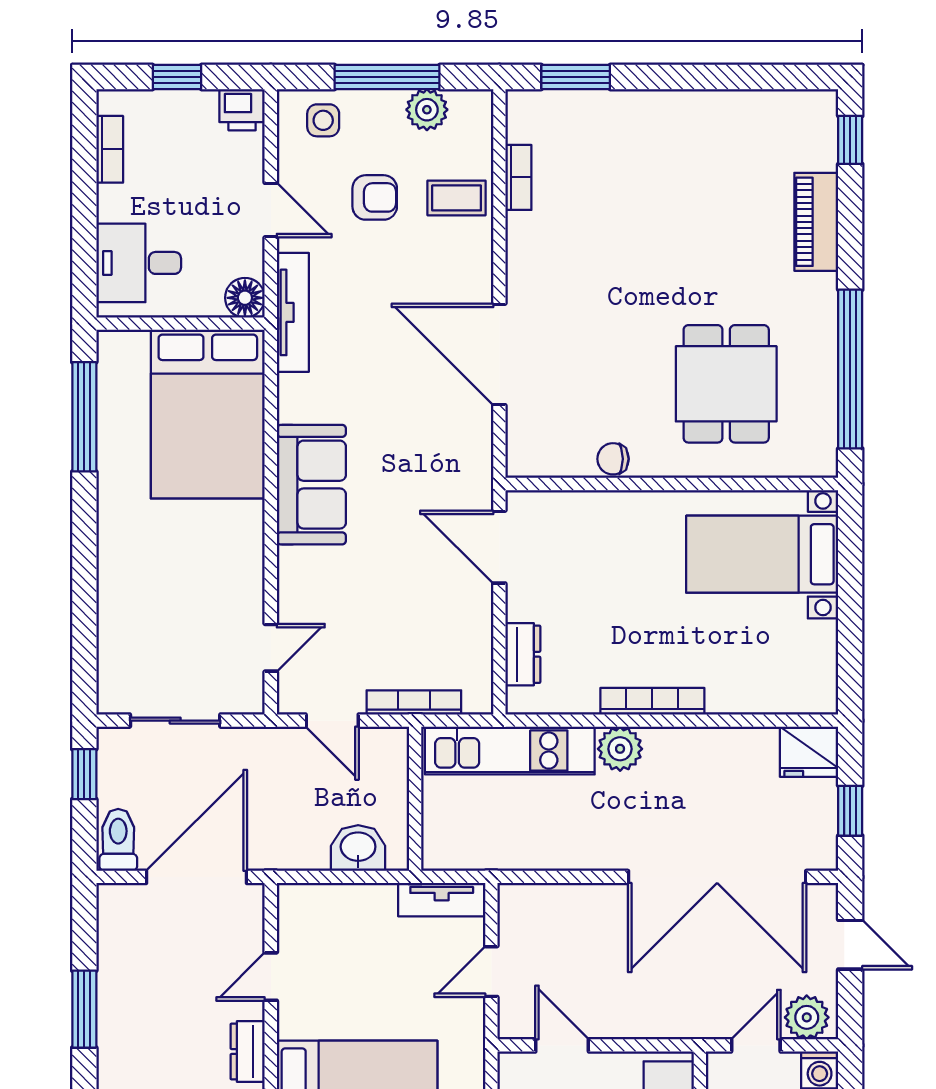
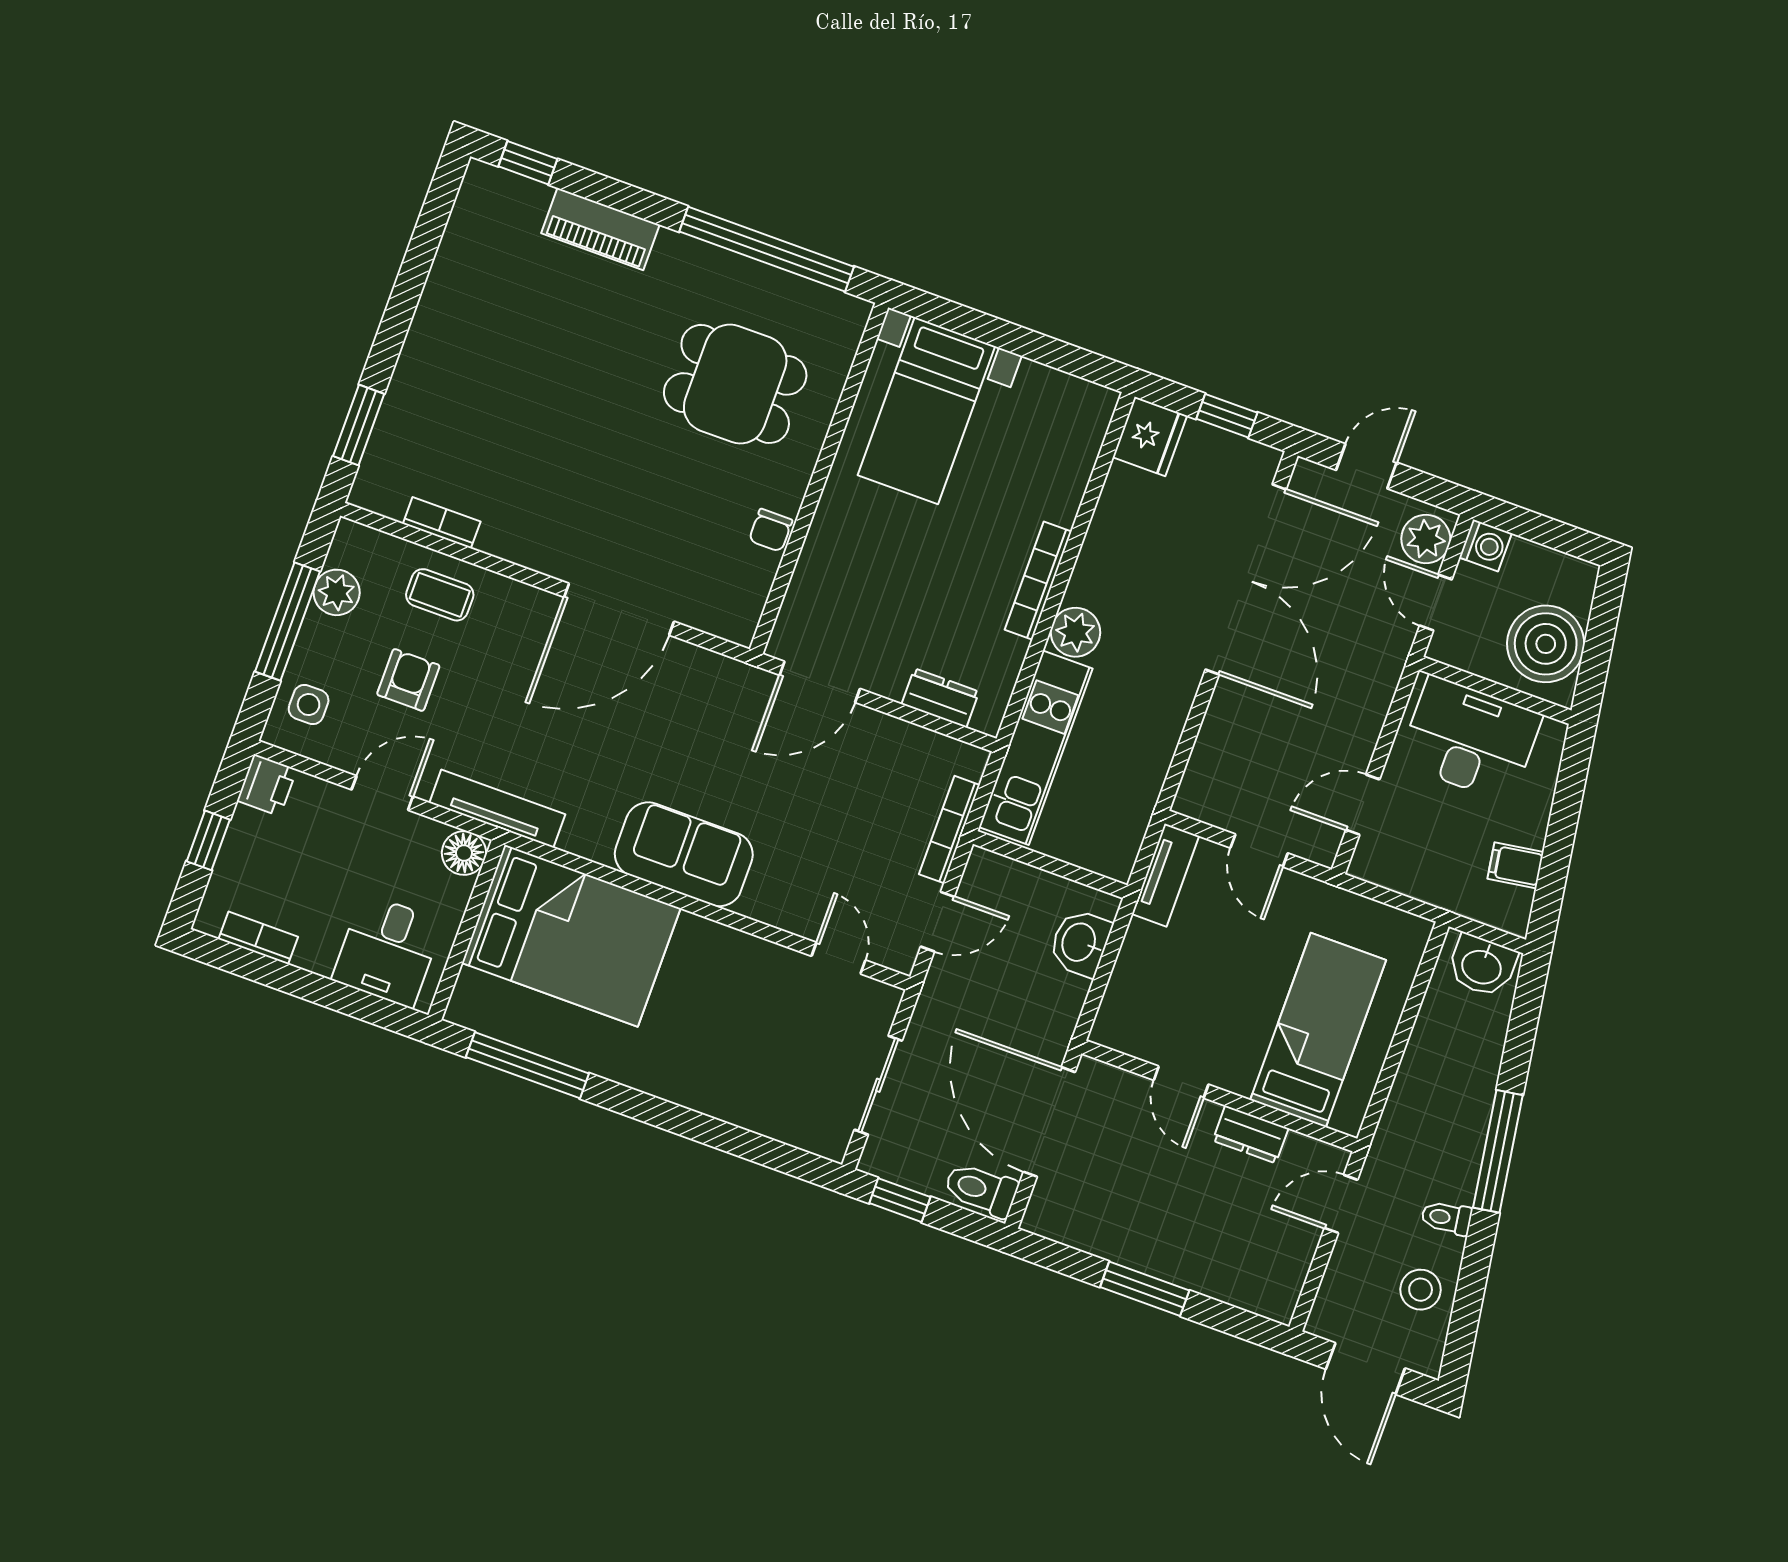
coffee table: (457, 198) -> (440, 595), turned 90

